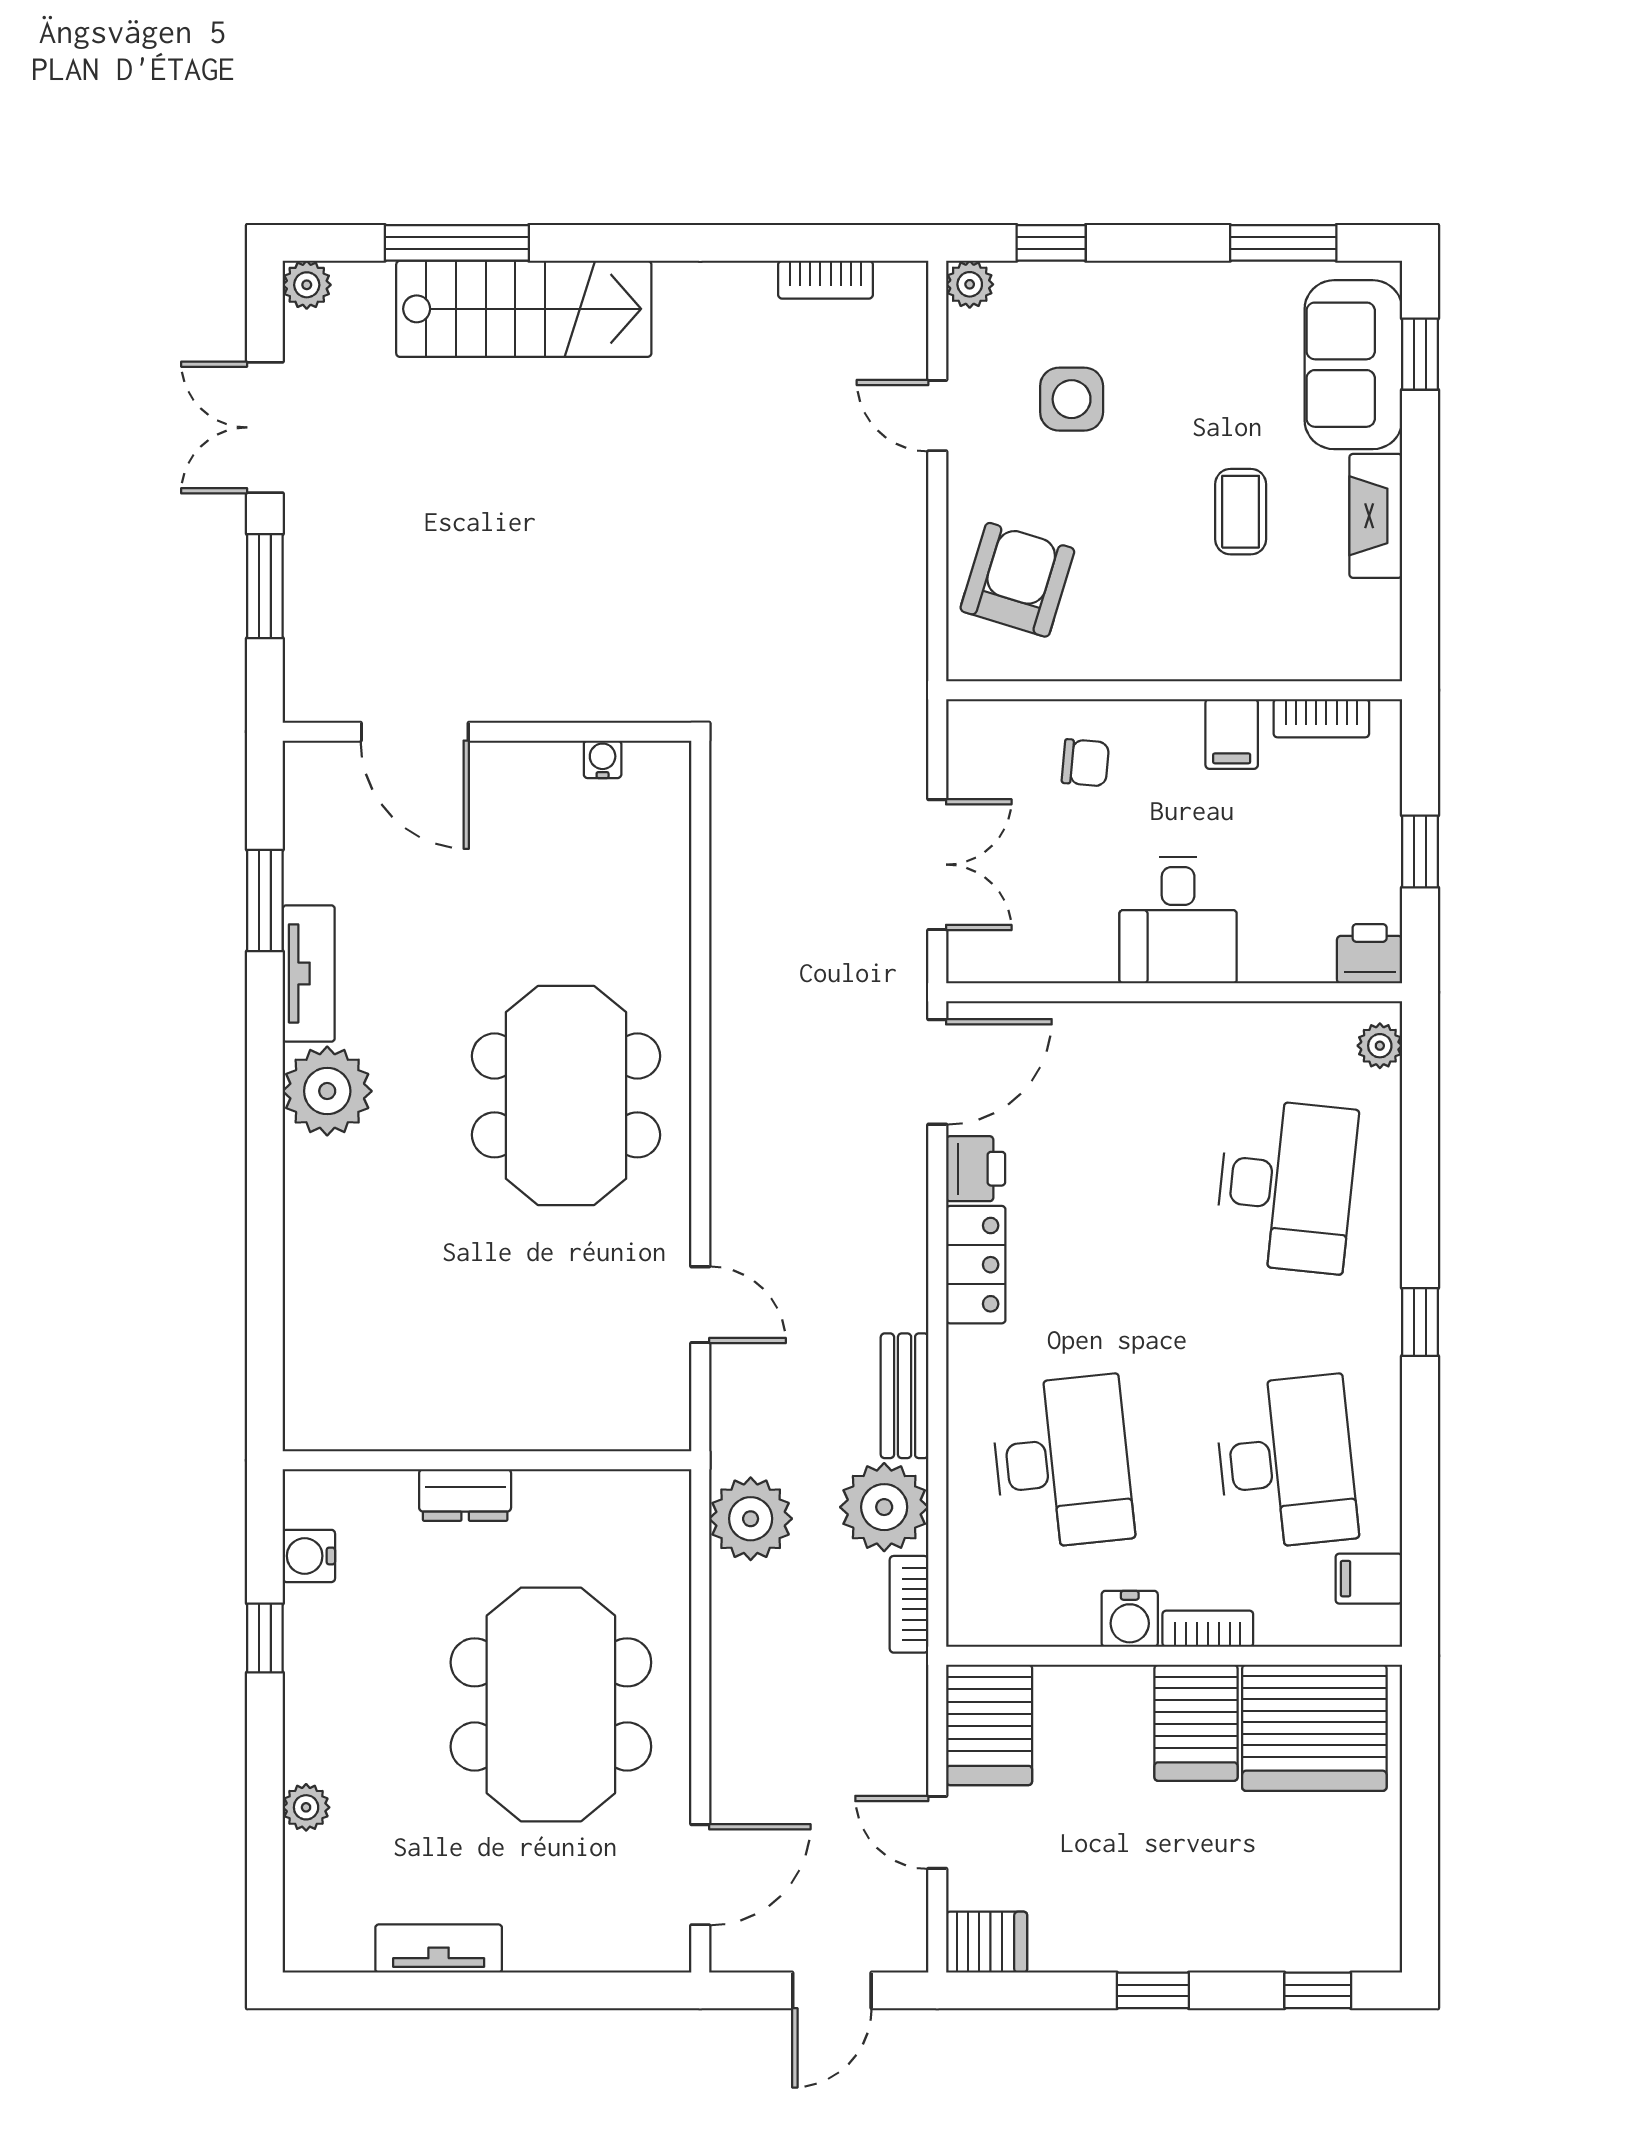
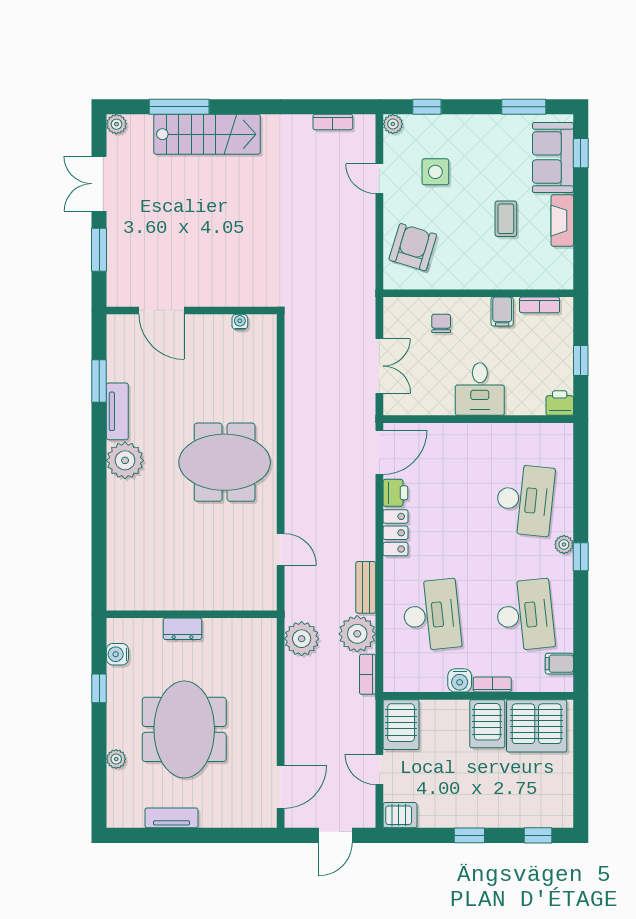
chair: (1085, 763) -> (441, 323), turned -95
plant: (1380, 1046) -> (564, 544), moved
meeting table: (566, 1095) -> (225, 462), turned 90
meeting table: (551, 1704) -> (184, 729), moved

